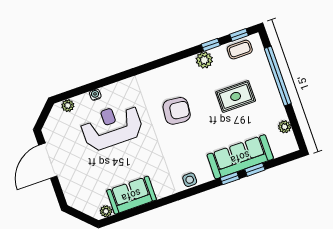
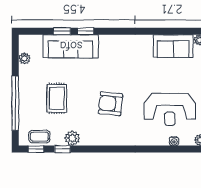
rug: (236, 96) -> (57, 98), turned 90
side table: (190, 180) -> (120, 42), removed

